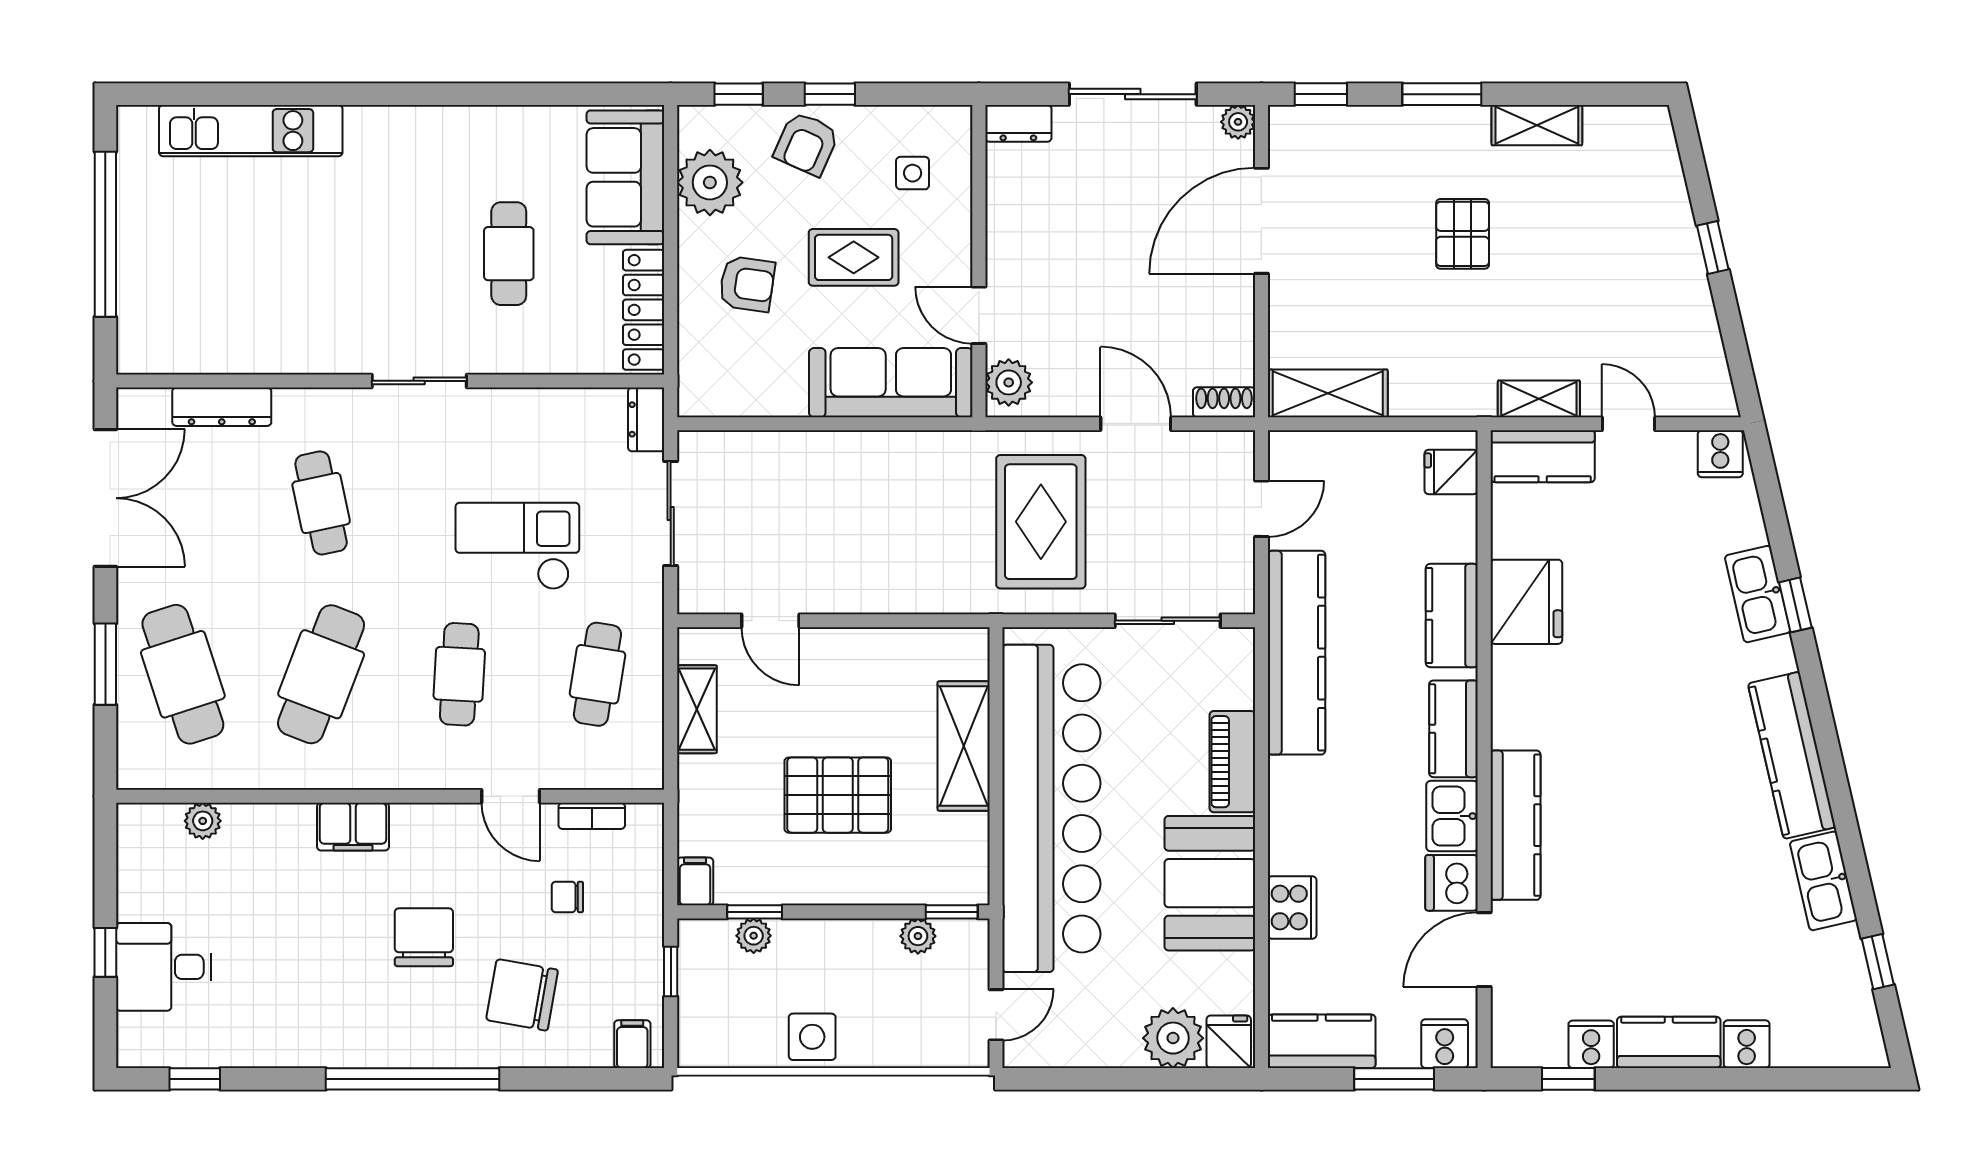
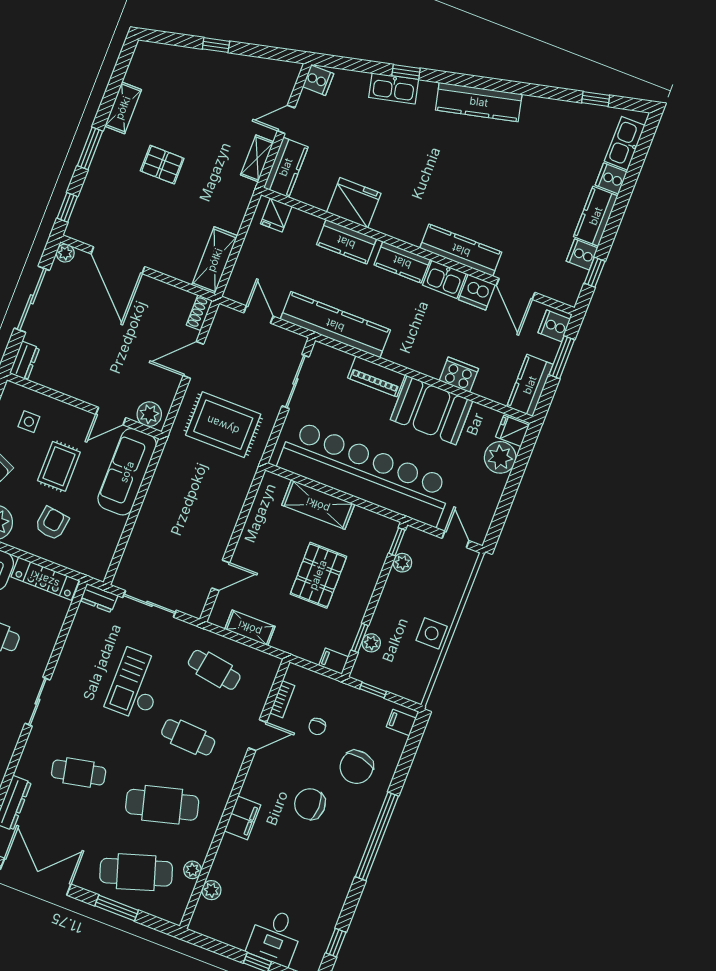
cafe table: (321, 674) -> (162, 805), turned -36
plant: (226, 773) -> (192, 870), added
kitchen sink: (1823, 881) -> (625, 143), moved, turned 103

